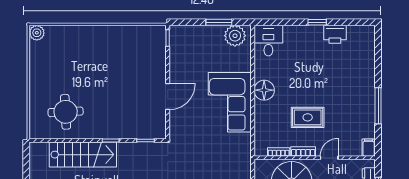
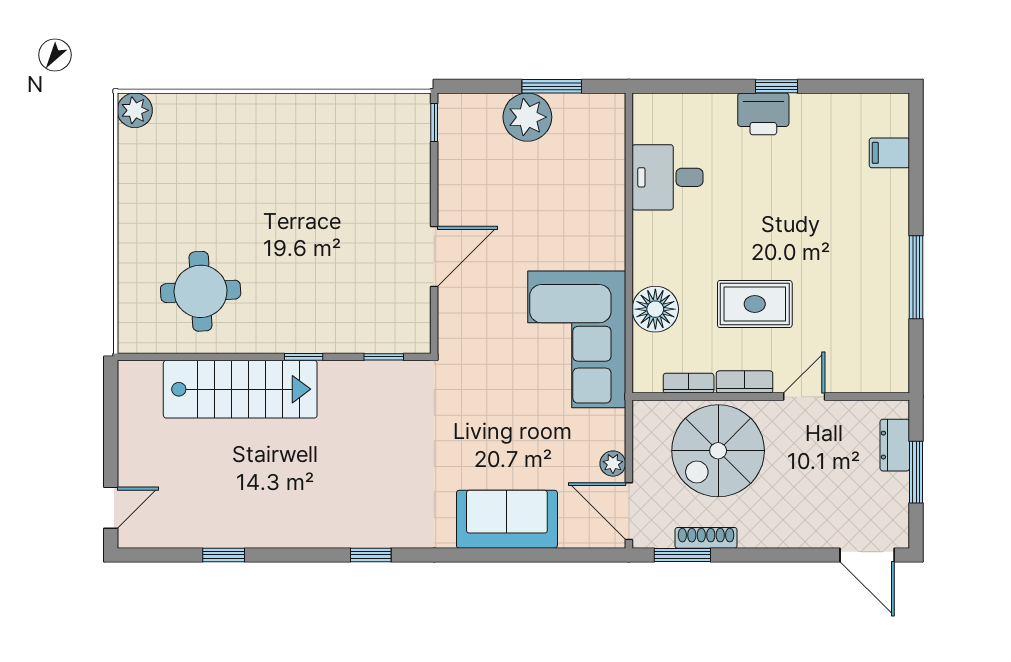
printer: (335, 34) -> (763, 114), moved
plant: (235, 36) -> (527, 117), moved
desk: (268, 41) -> (668, 177), moved, turned -90
floor lamp: (264, 90) -> (655, 309), moved
corner sofa: (230, 102) -> (577, 339), moved
filing cabinet: (369, 148) -> (889, 153), moved, turned -90

